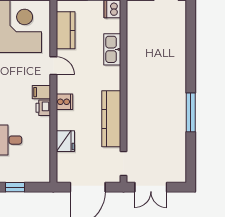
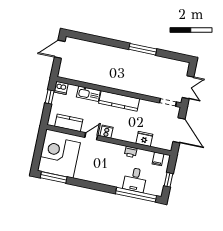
filing cabinet: (41, 92) -> (158, 159), moved
cooker: (64, 102) -> (107, 132), moved
printer: (43, 108) -> (131, 152), moved
kitchen counter: (111, 119) -> (119, 101), moved

